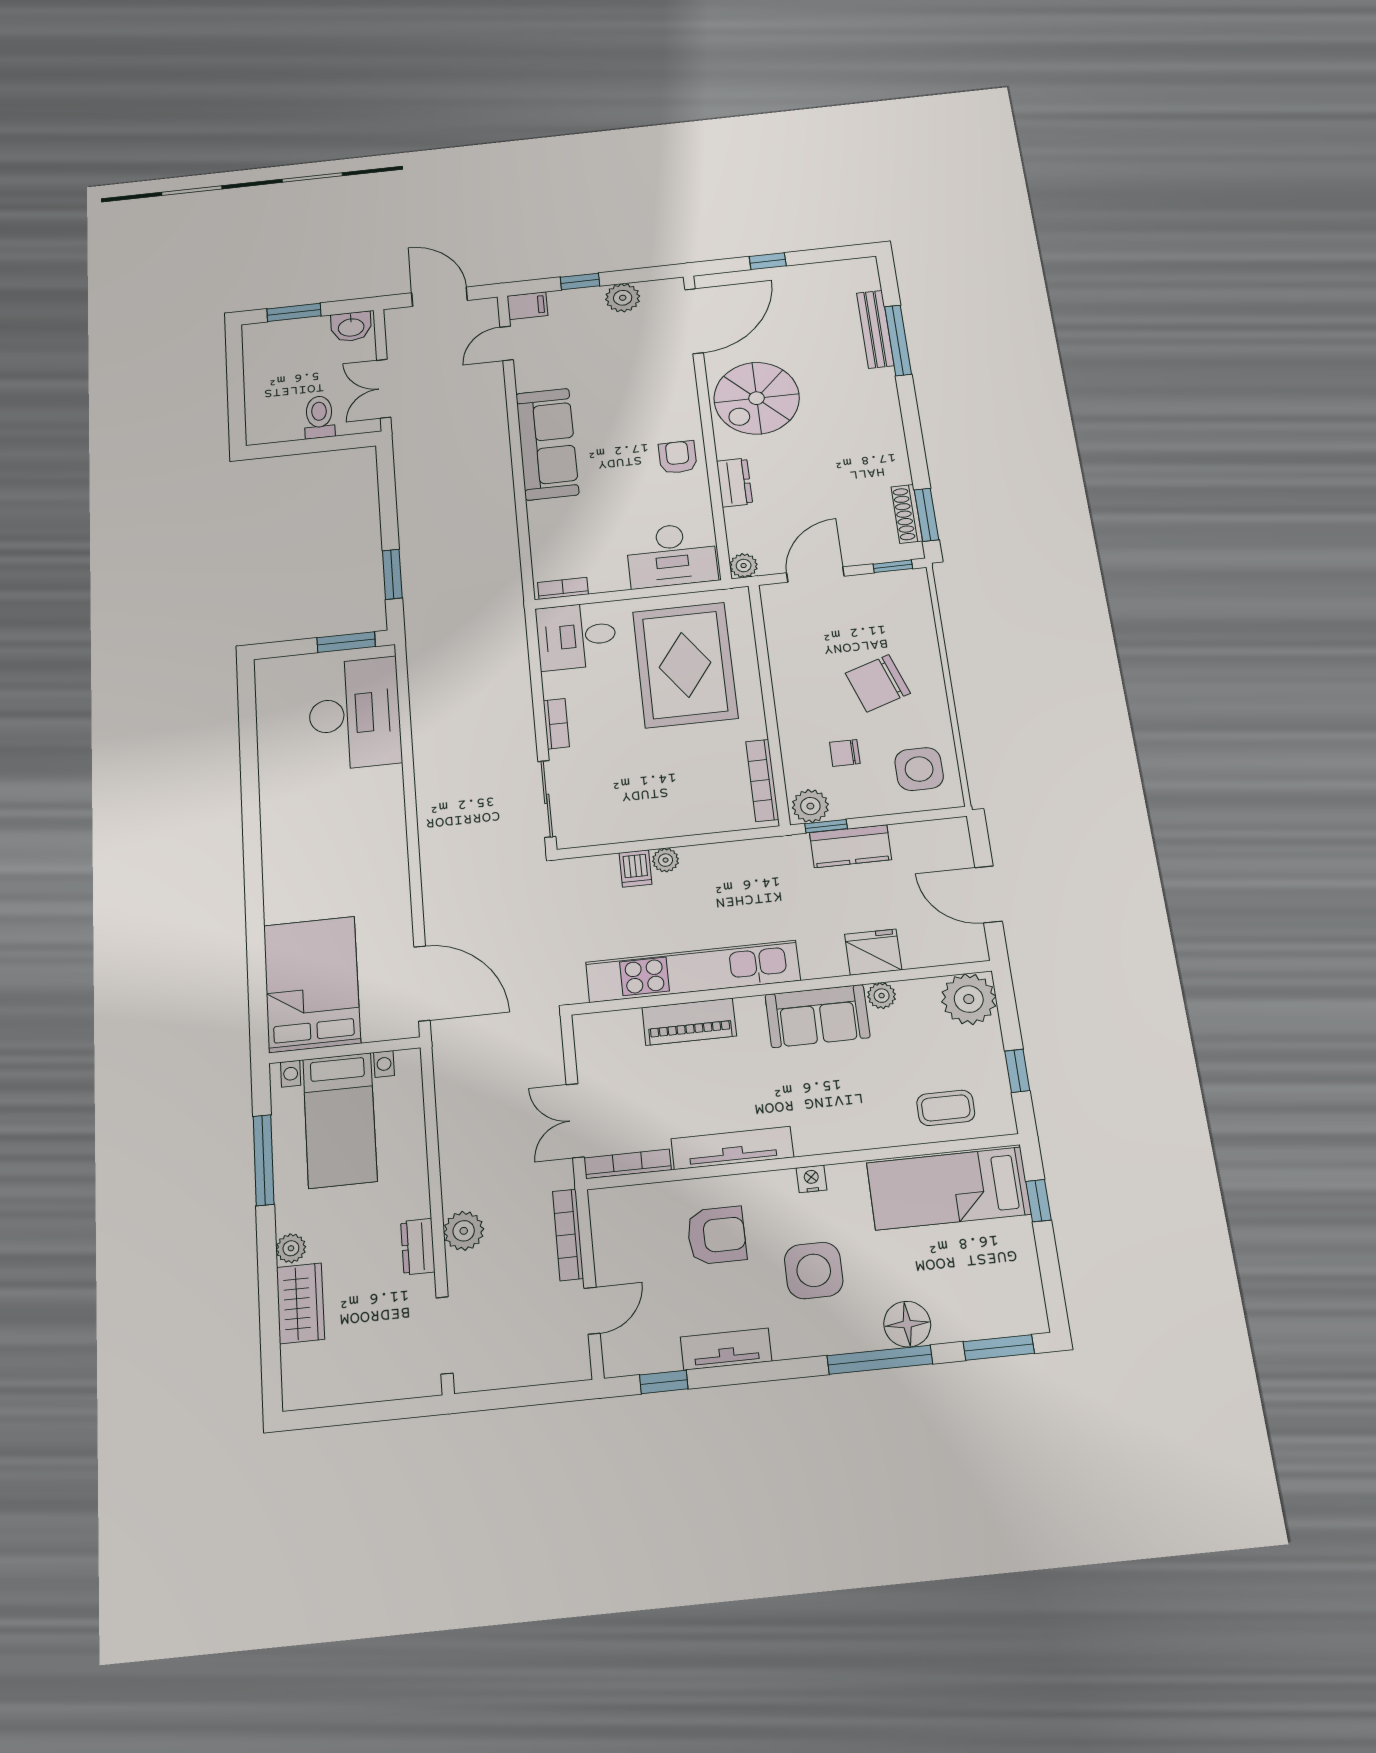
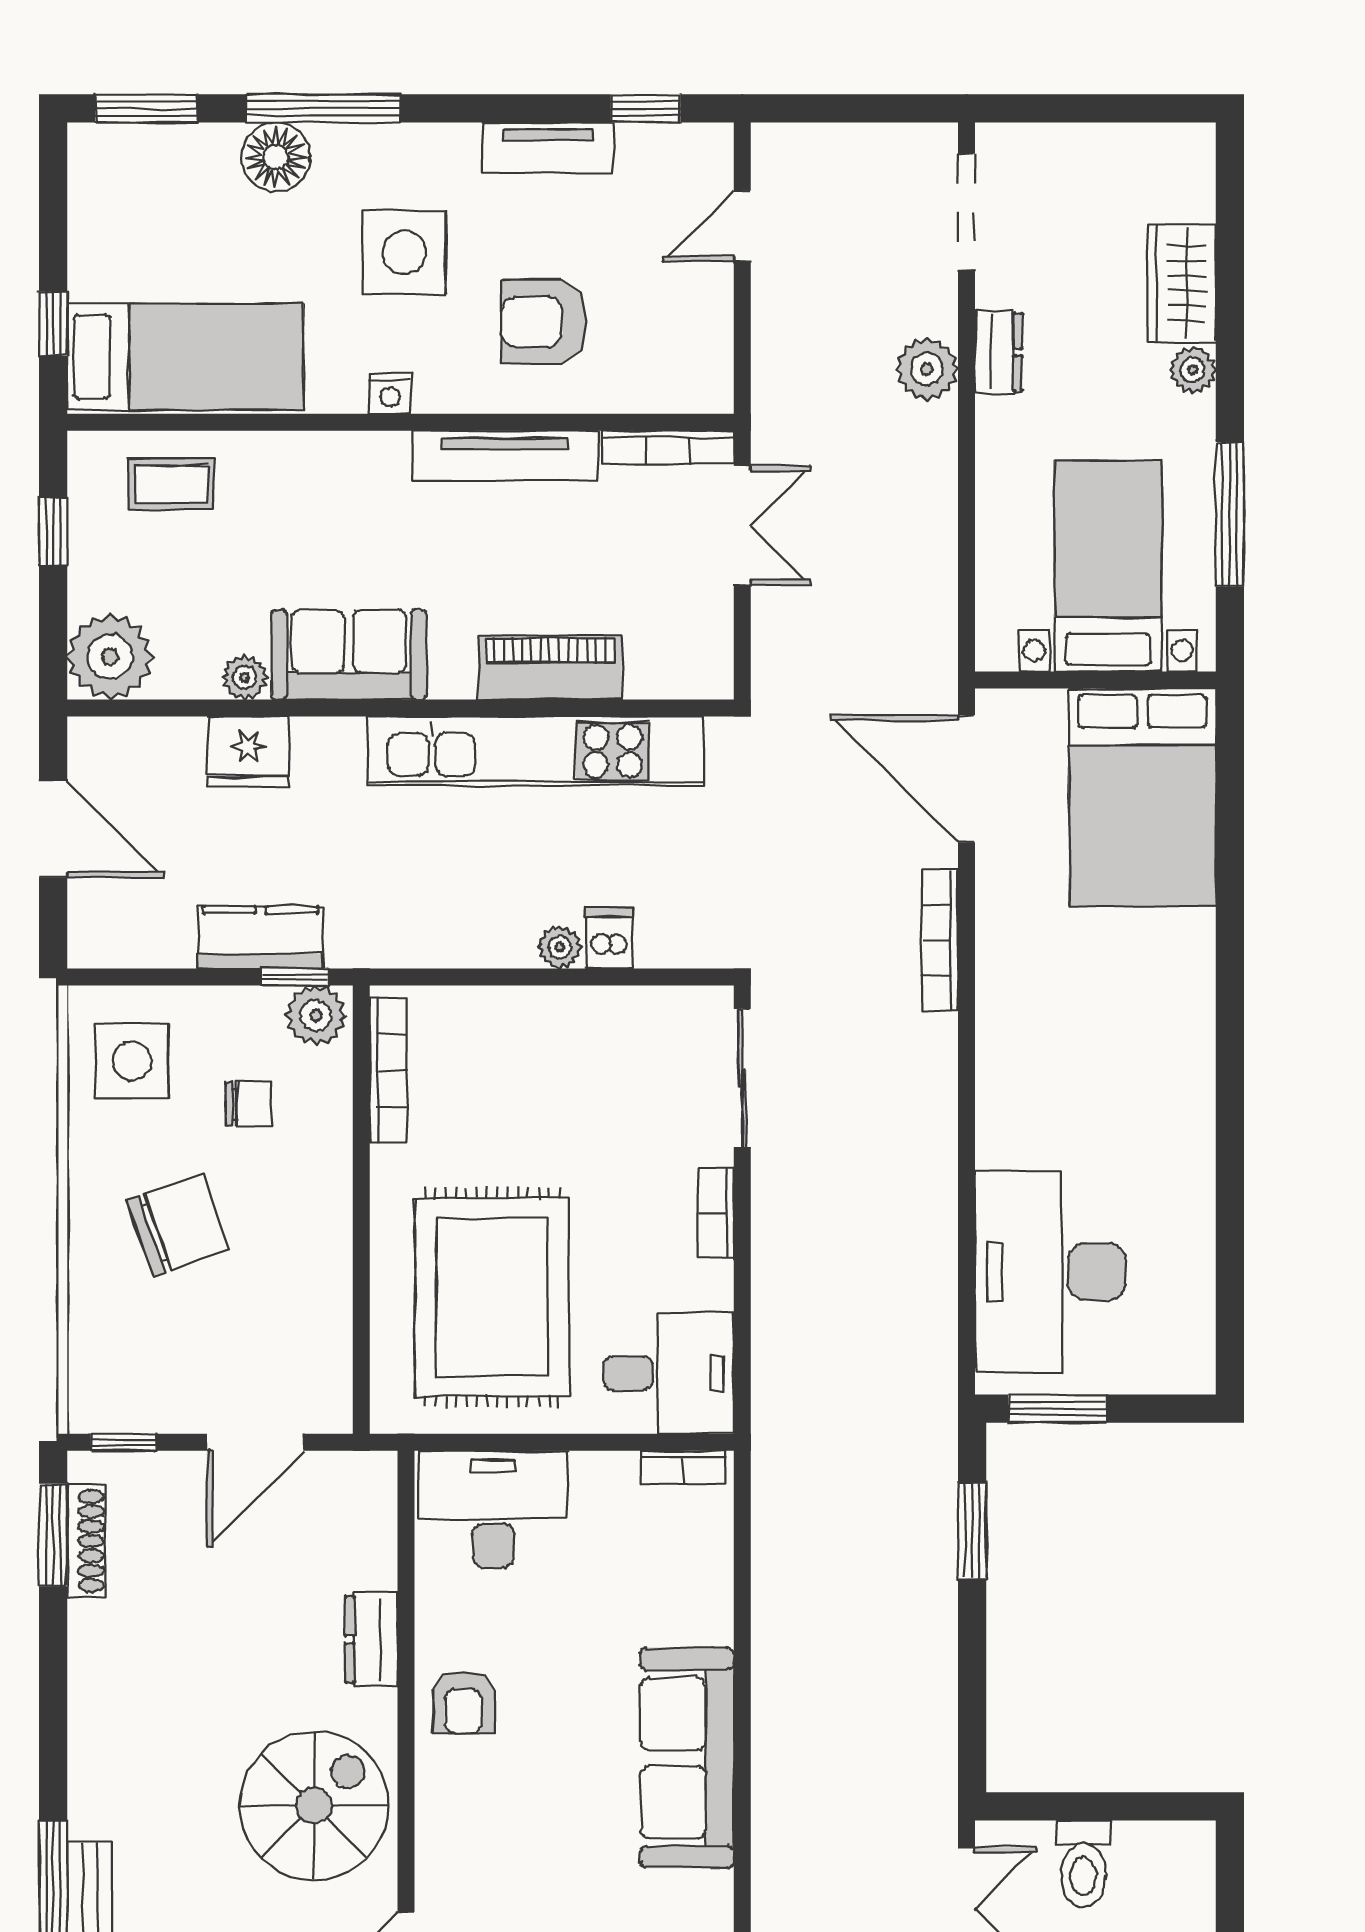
plant: (744, 566) -> (374, 1474), removed
bookcase: (568, 1235) -> (940, 940), moved, turned 180

